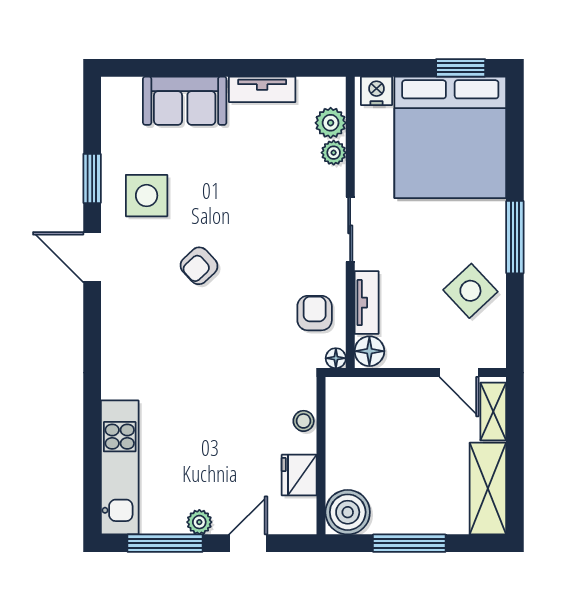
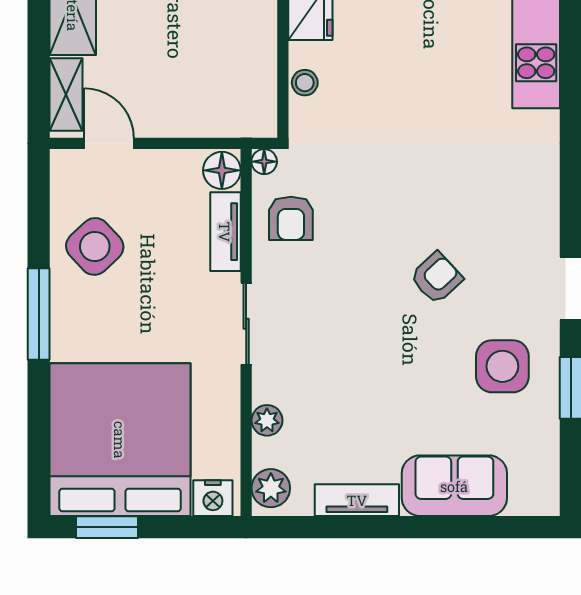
plant: (331, 123) -> (271, 488), moved

